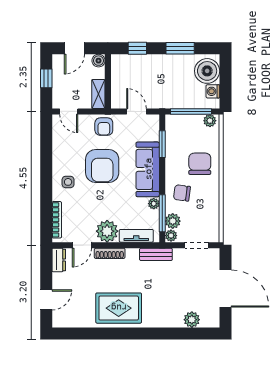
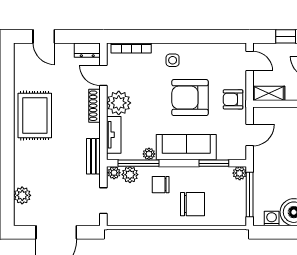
door: (69, 111) -> (250, 61), swing flipped
plant: (210, 121) -> (240, 173), moved
chair: (182, 193) -> (161, 185), turned -97

